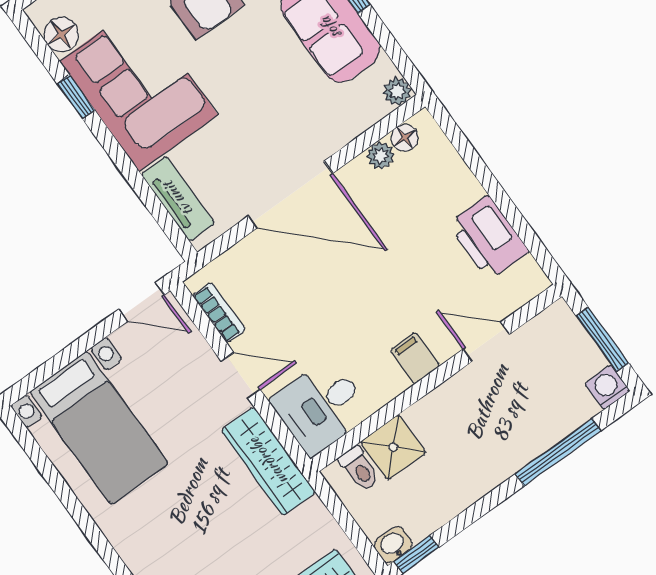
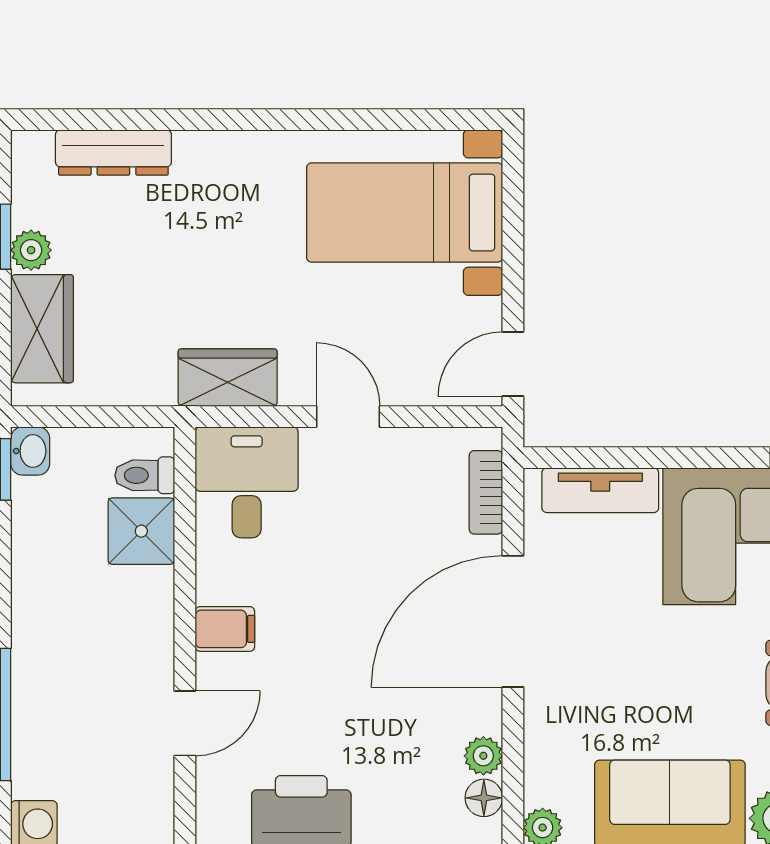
bookcase: (219, 313) -> (486, 492), moved, turned 90
door: (241, 375) -> (348, 417), swing flipped
wardrobe: (268, 461) -> (228, 378), width x0.67

